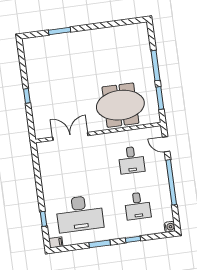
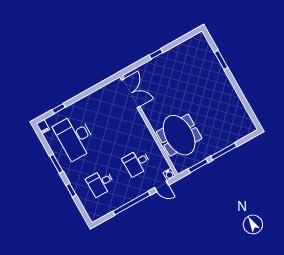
double door: (70, 136) -> (131, 93), moved
door: (166, 144) -> (162, 186), swing flipped
water cooler: (170, 227) -> (169, 174), moved

